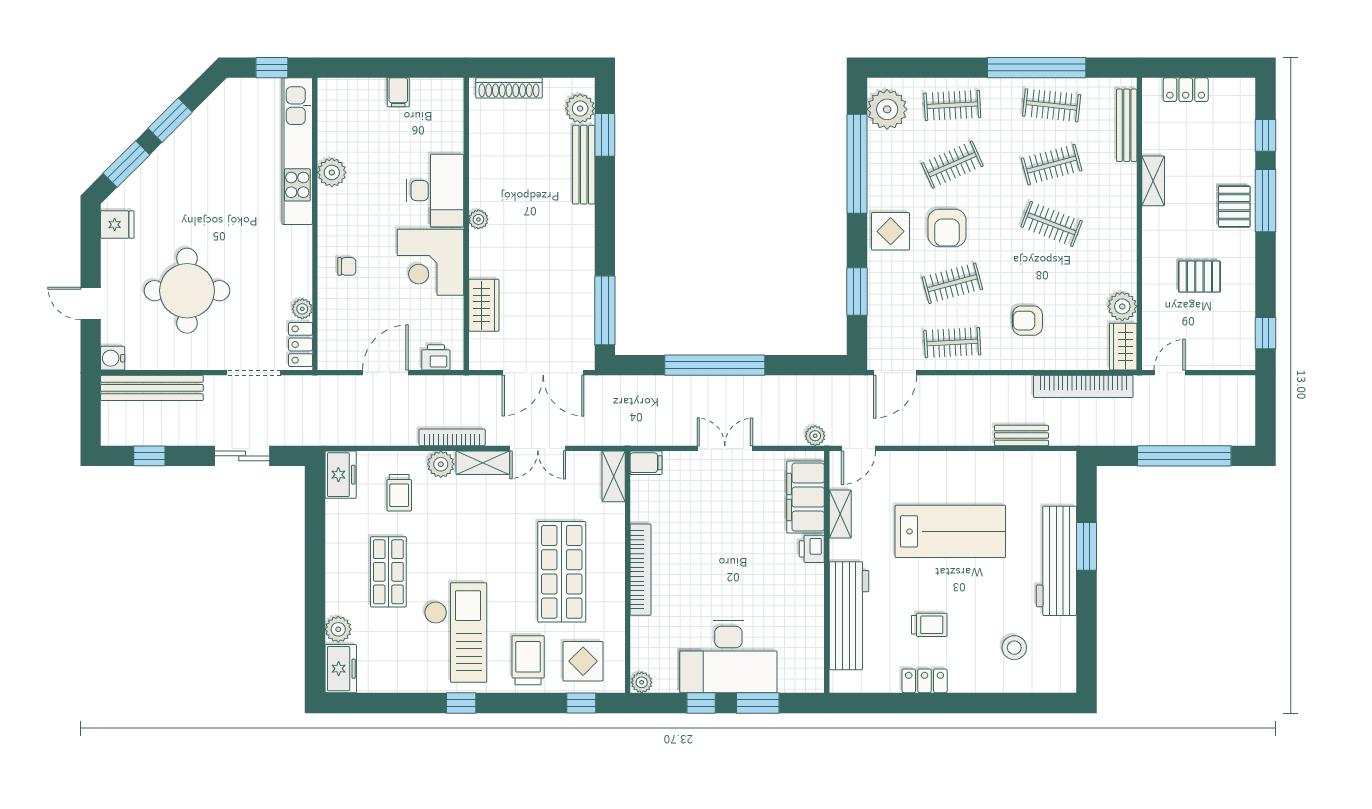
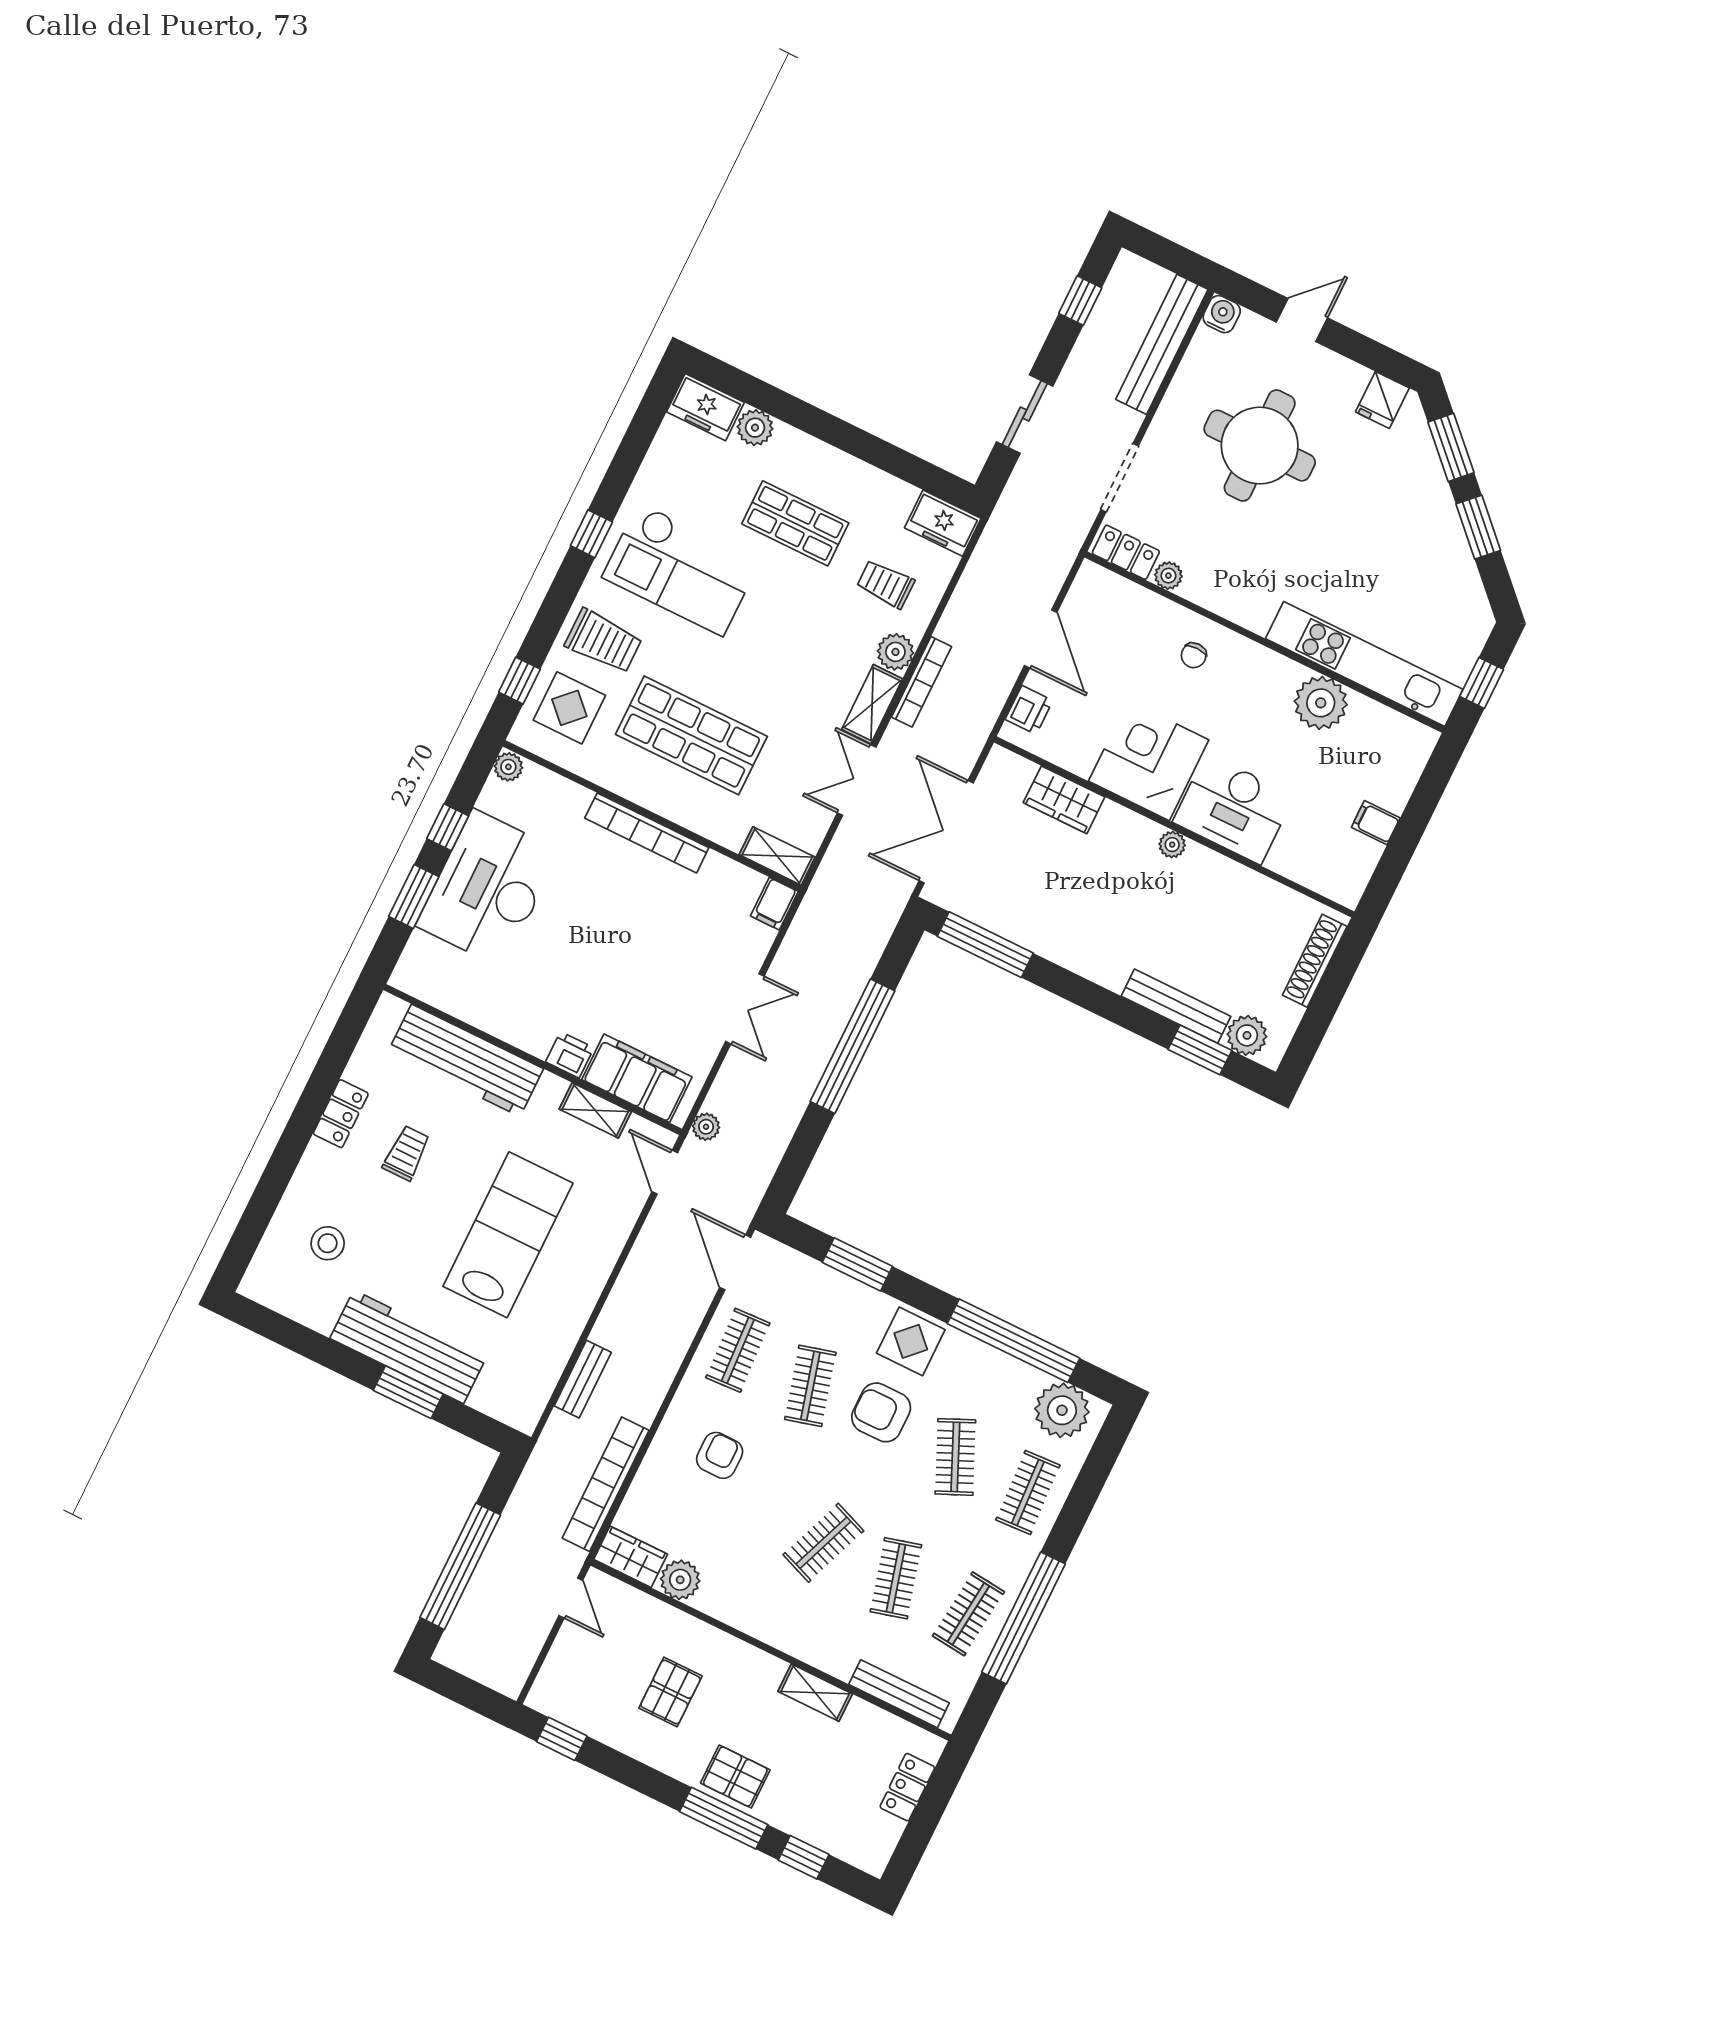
plant: (332, 172) -> (1321, 703), width x1.36, depth x1.36
lab bench: (950, 531) -> (508, 1235), turned 180
trolley: (929, 625) -> (406, 1153), turned 180

